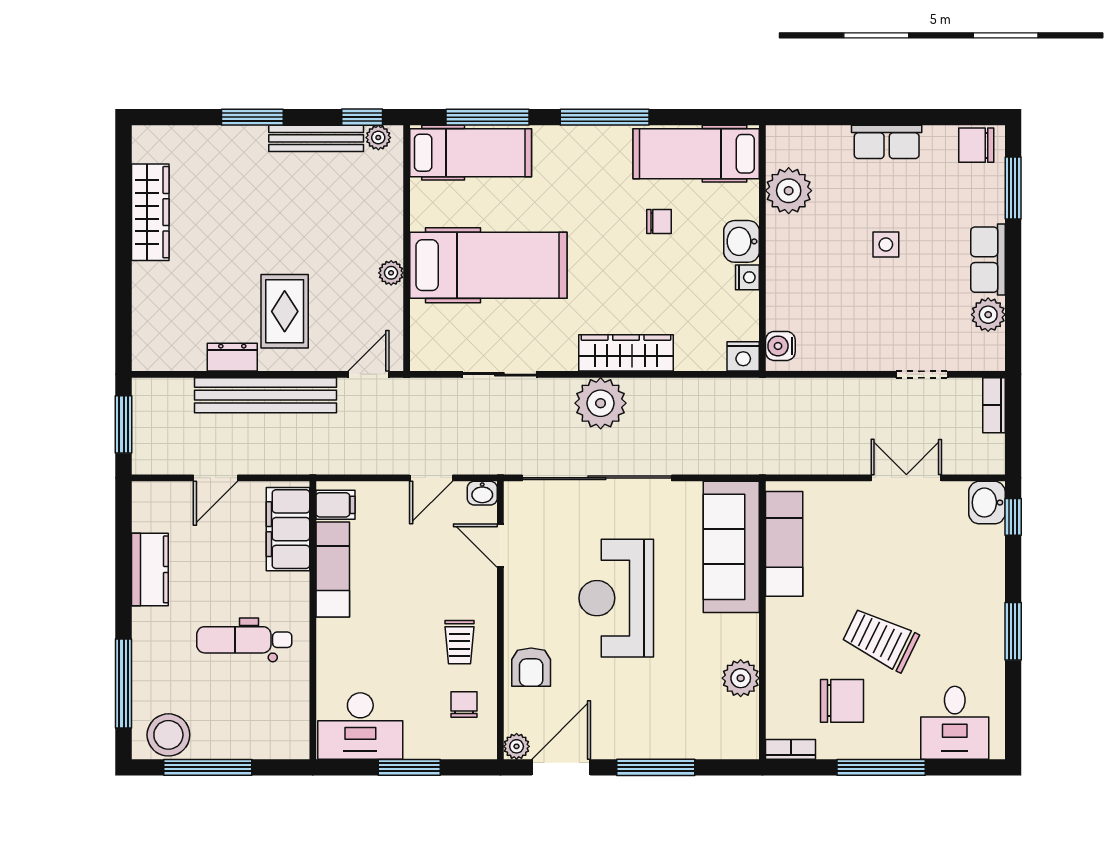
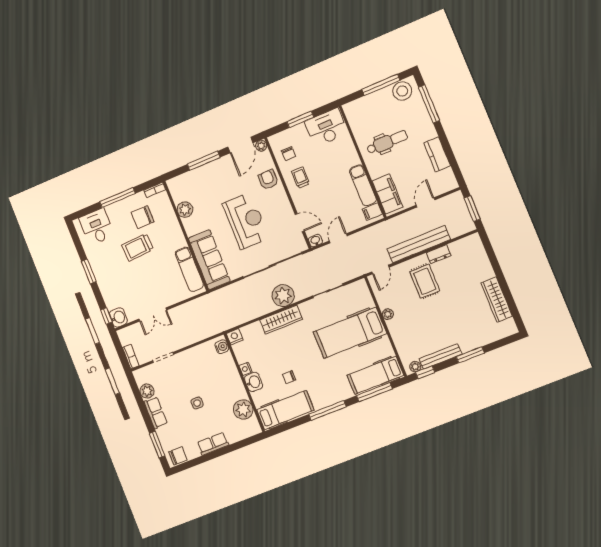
trolley: (880, 640) -> (138, 247), turned 151

